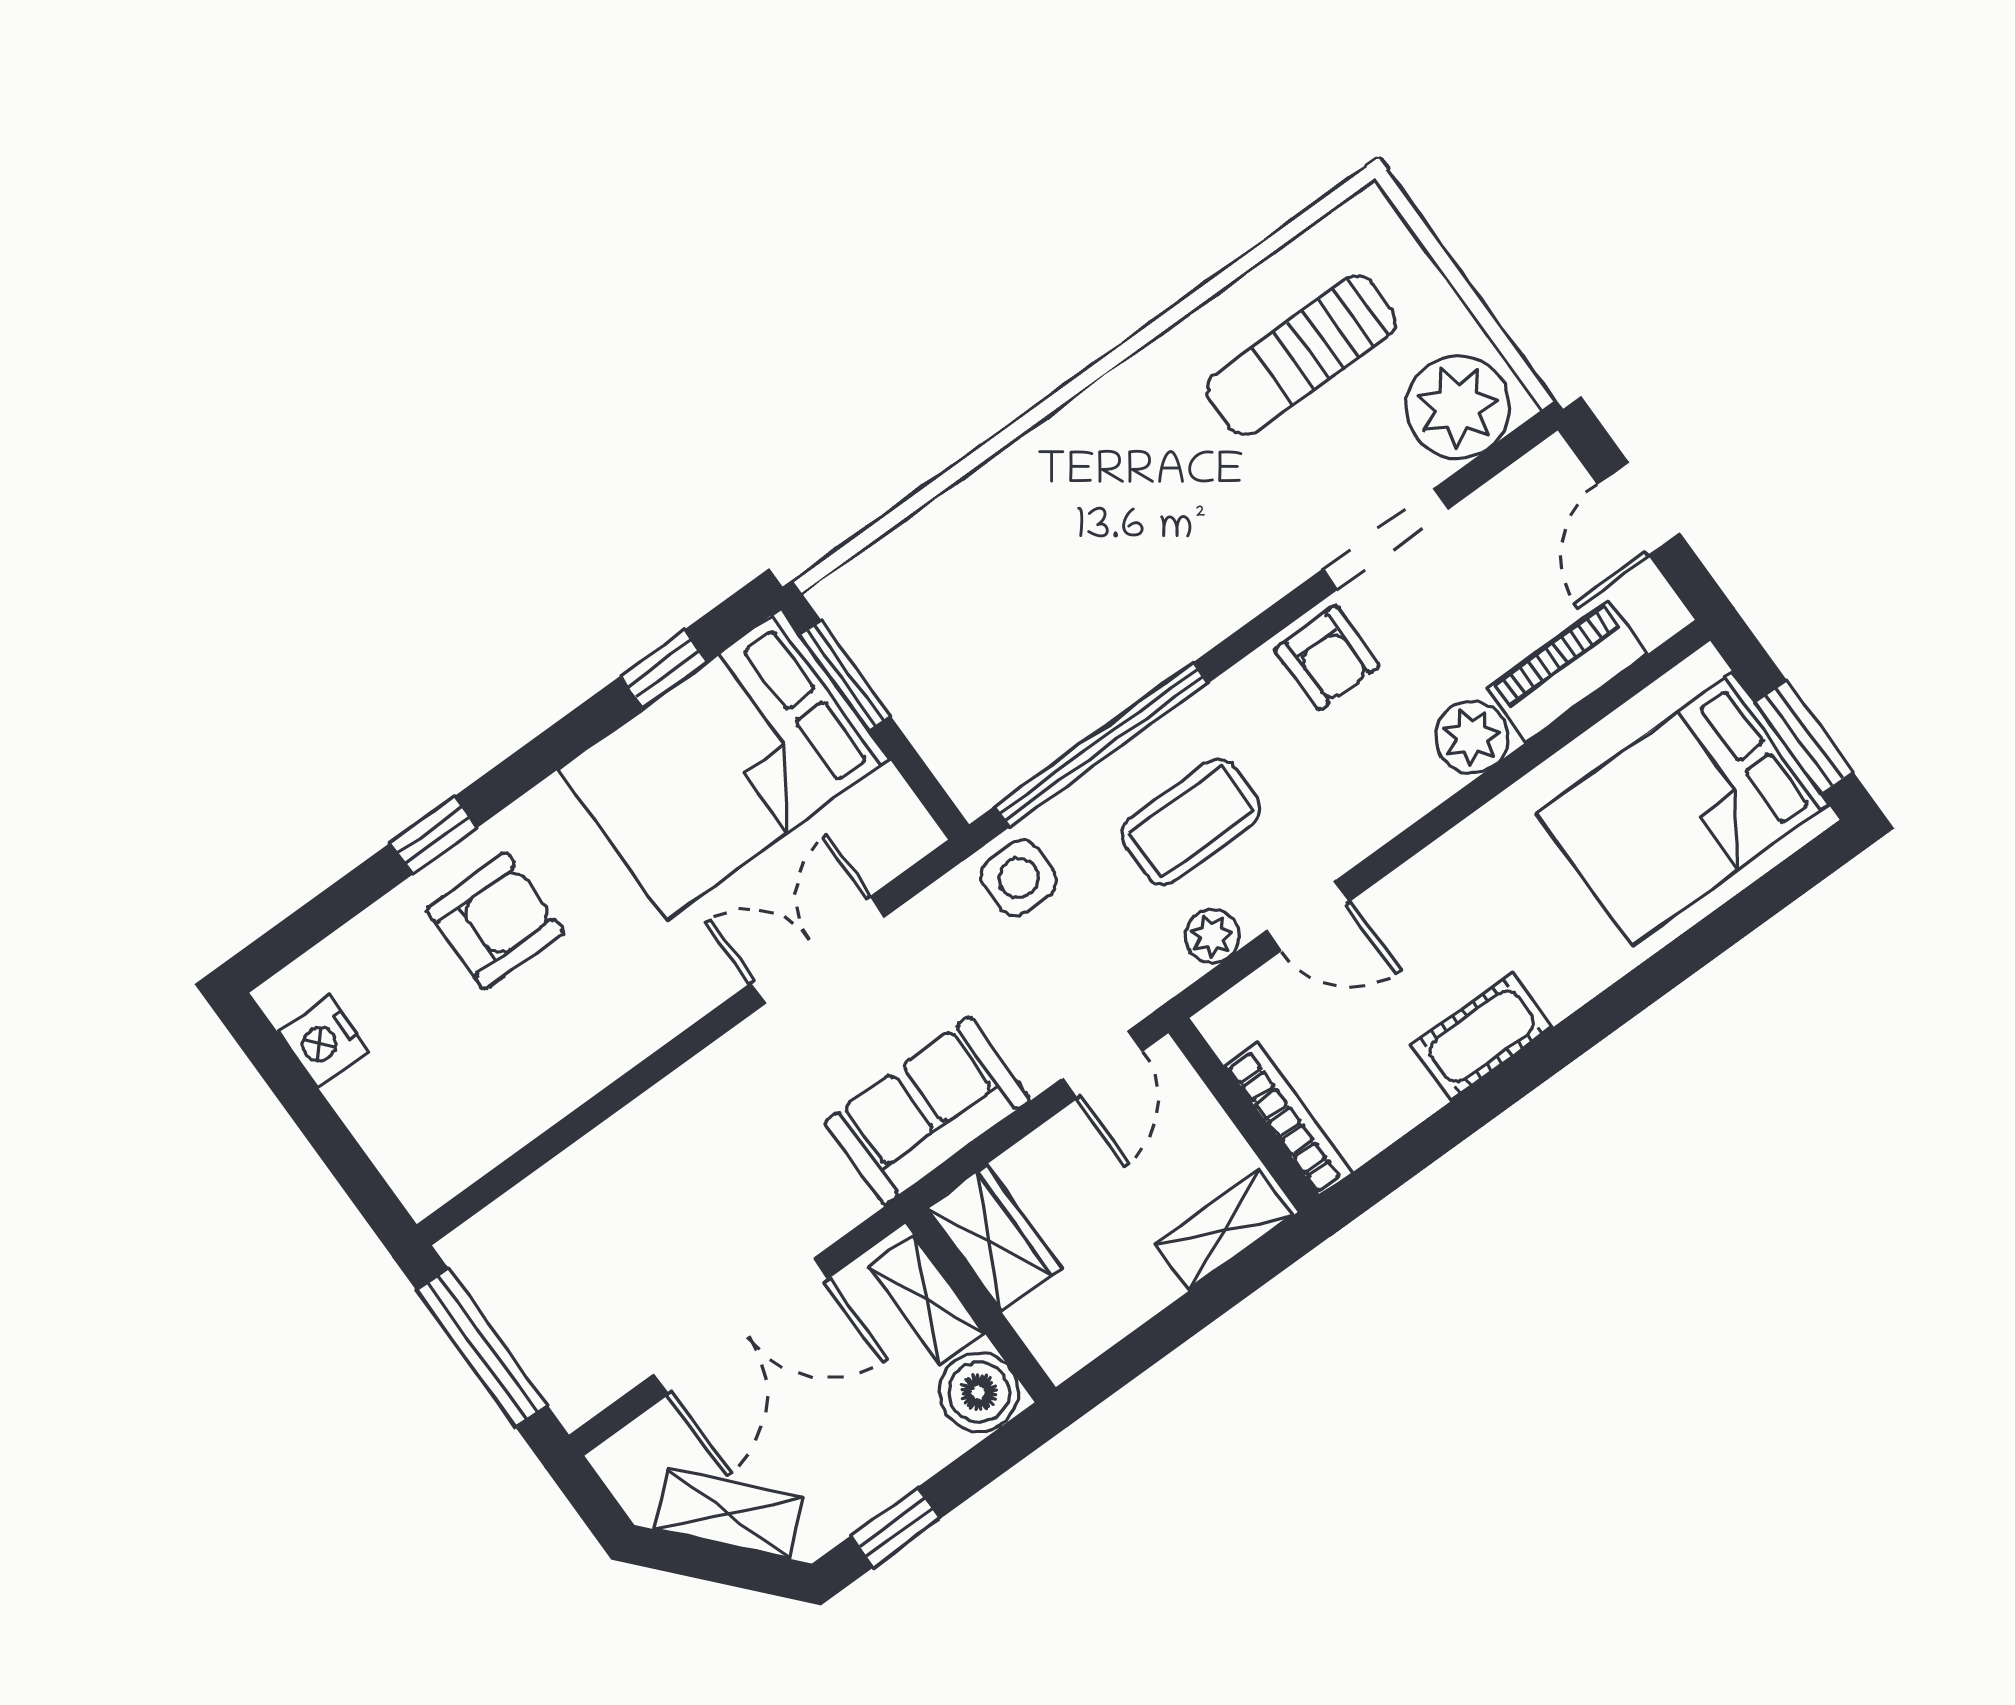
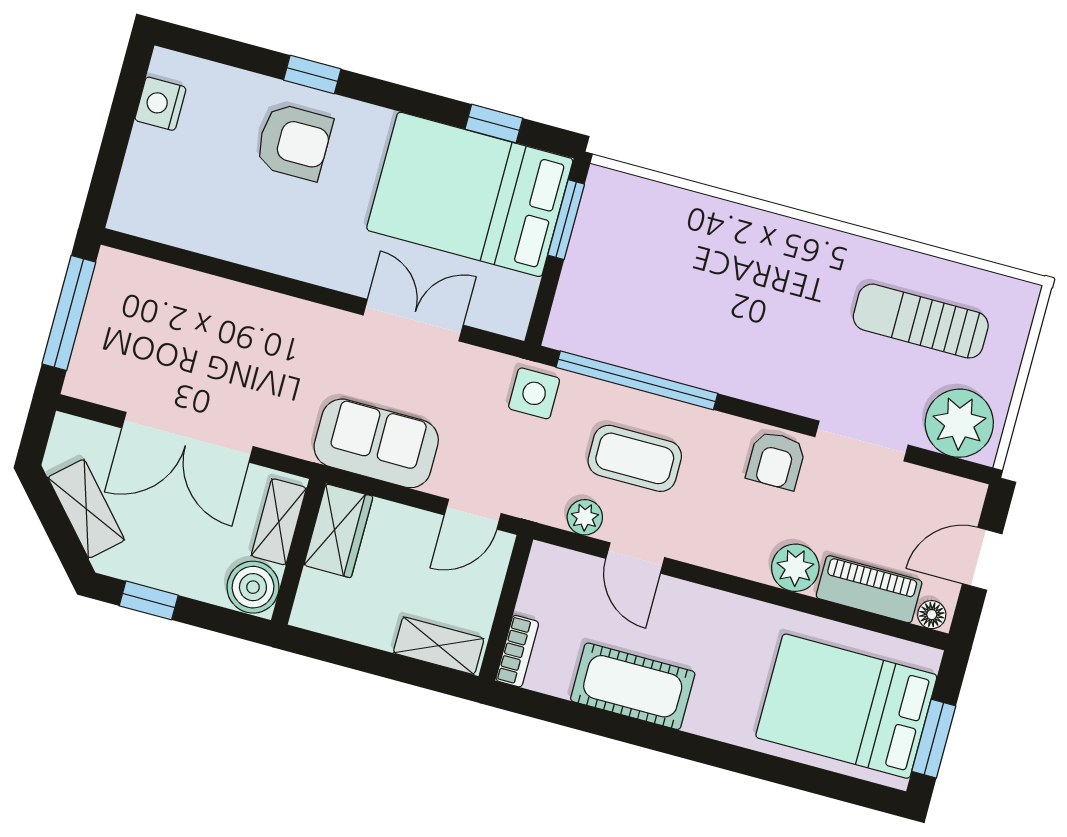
floor lamp: (1656, 621) -> (932, 615), added
cot: (1482, 1036) -> (633, 686), width x1.37, depth x1.34
bookcase: (1288, 1119) -> (517, 651), width x0.64

